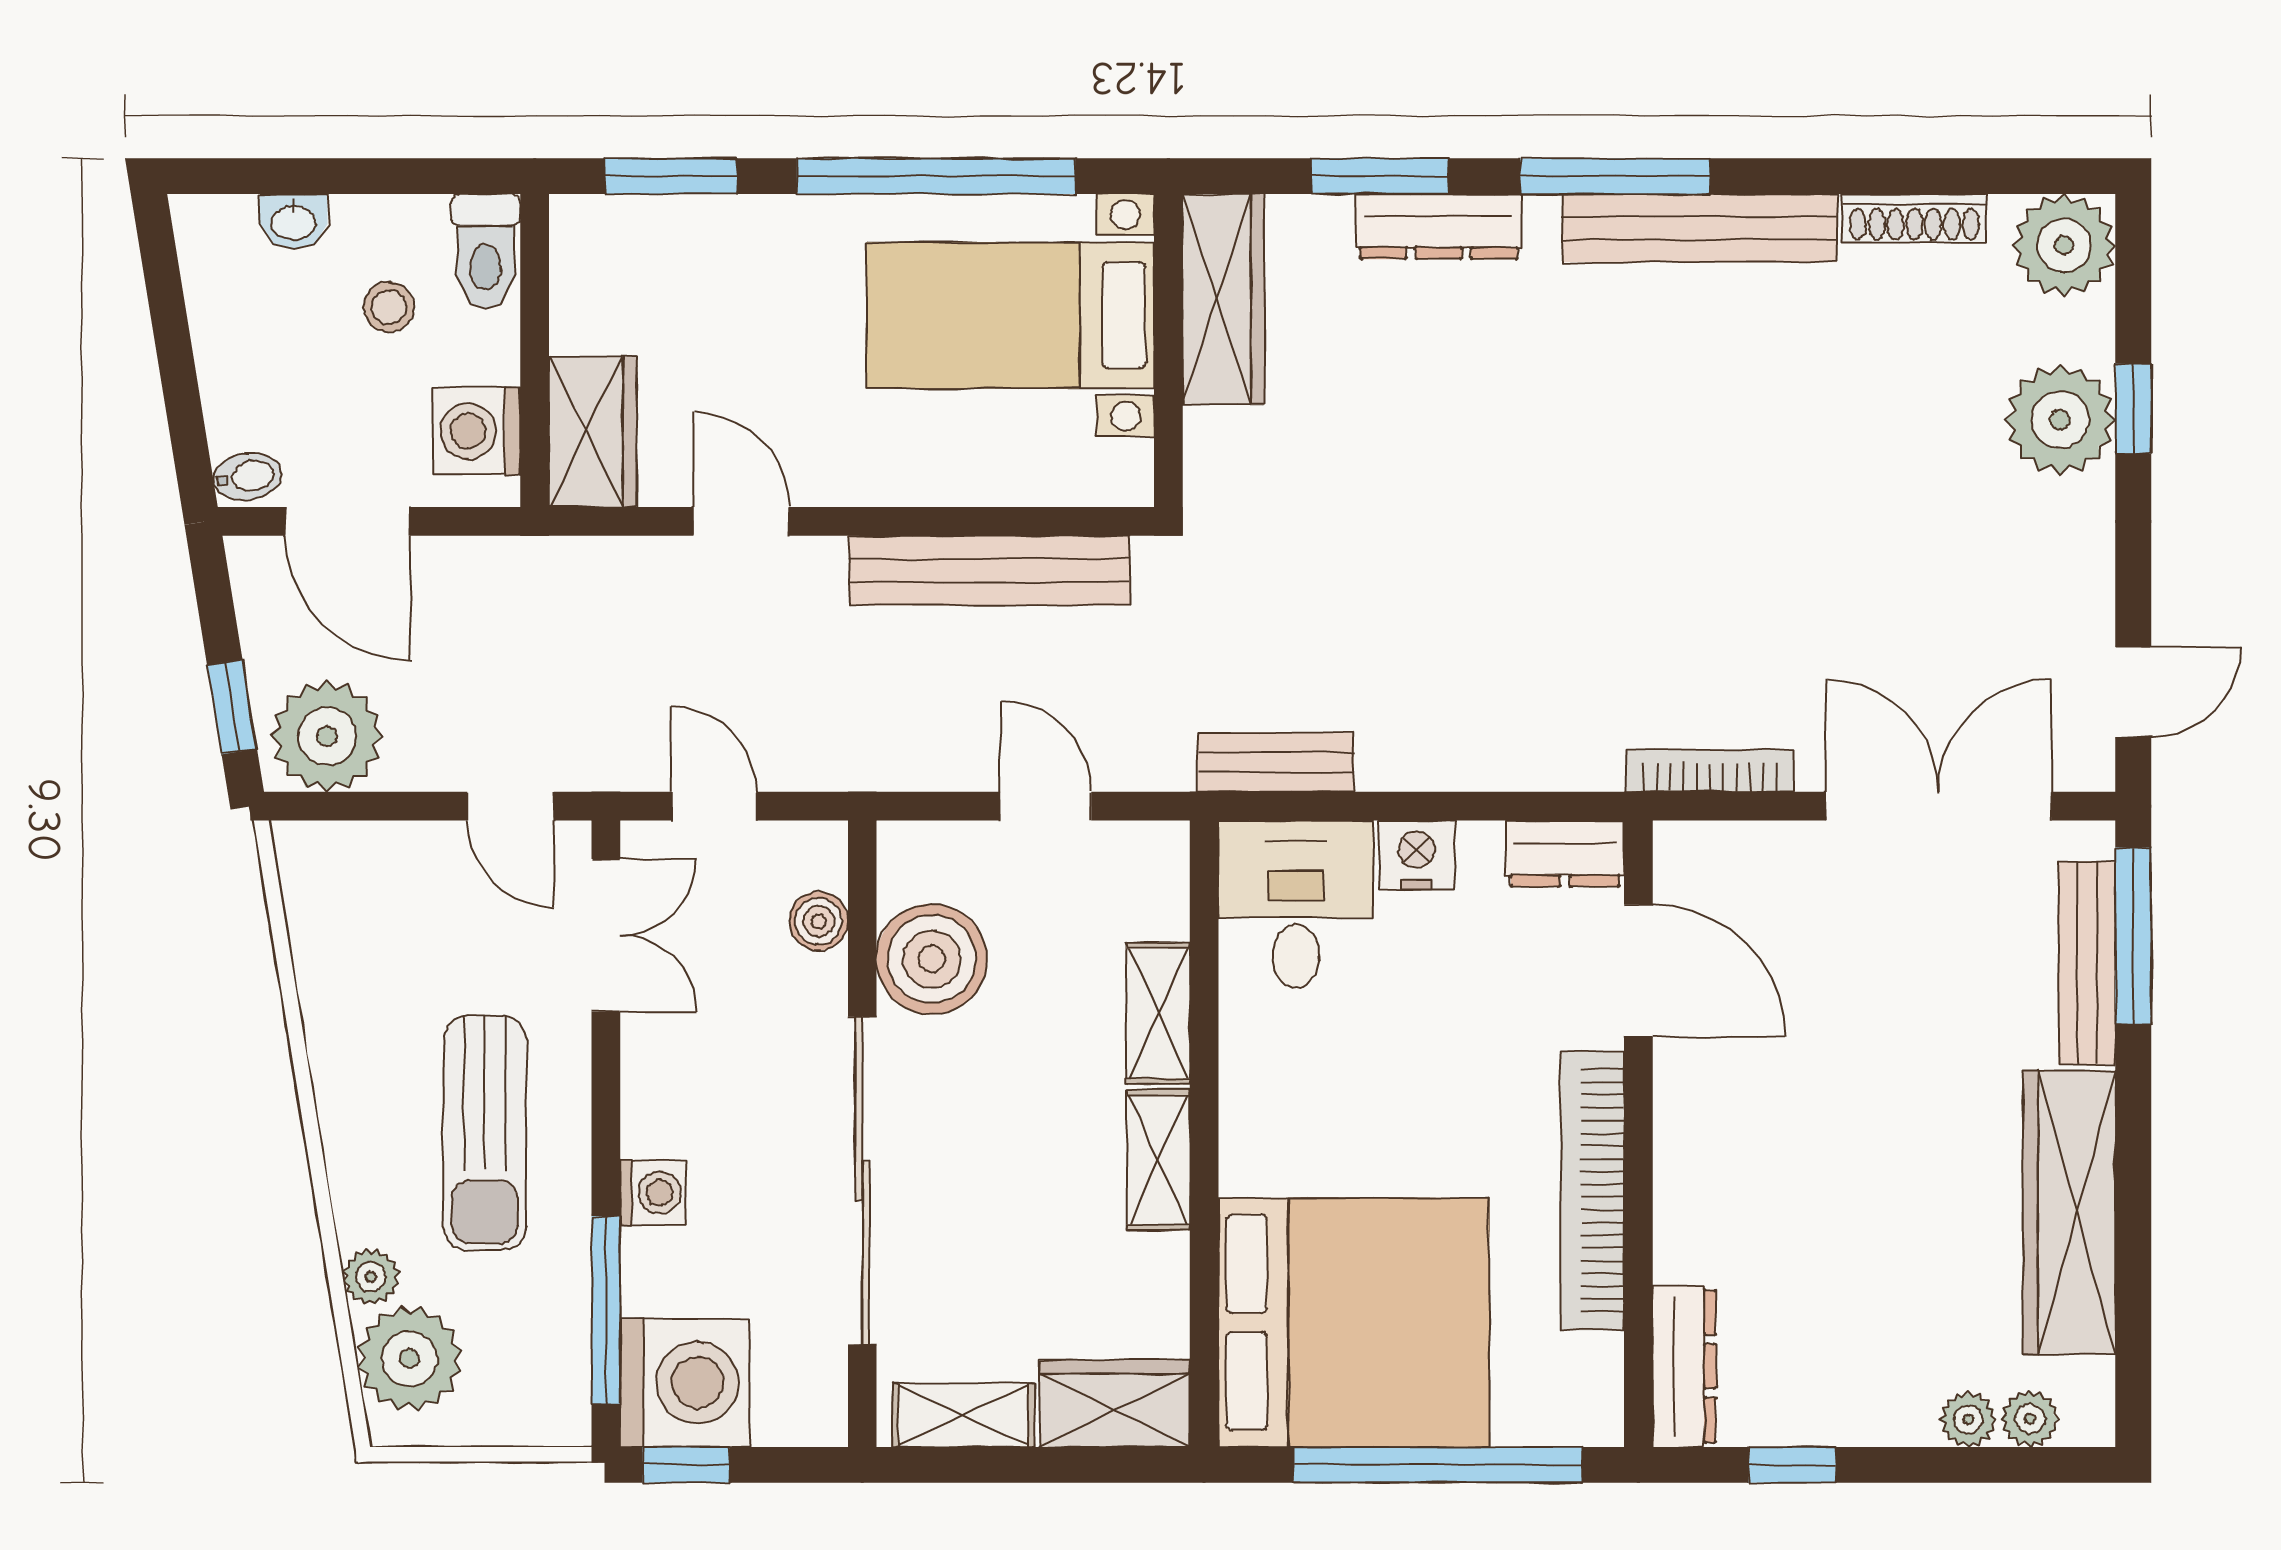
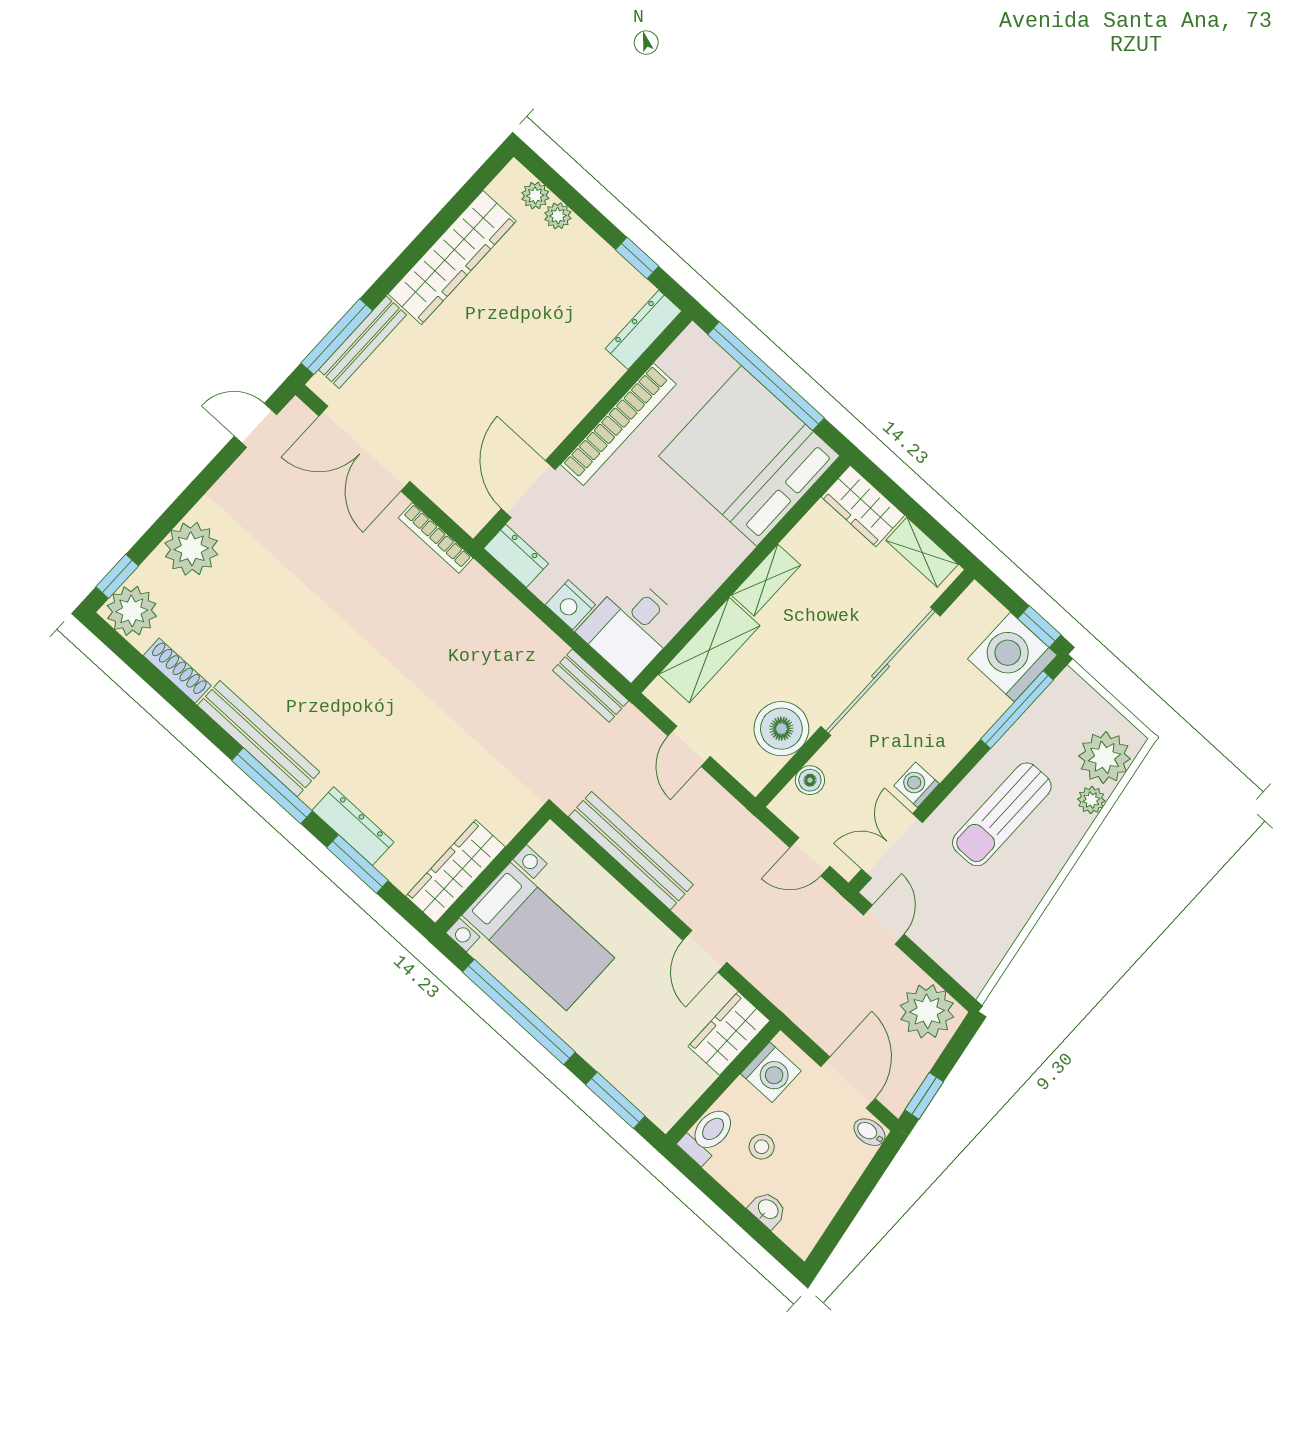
window: (2133, 409) -> (117, 576), moved
window: (232, 707) -> (924, 1096), moved
door: (714, 806) -> (810, 857), hinge flipped
shelving: (1158, 1013) -> (709, 650), width x1.50, depth x1.33
sun lounger: (485, 1133) -> (1002, 814), turned 180
washing machine: (653, 1193) -> (917, 785), moved

